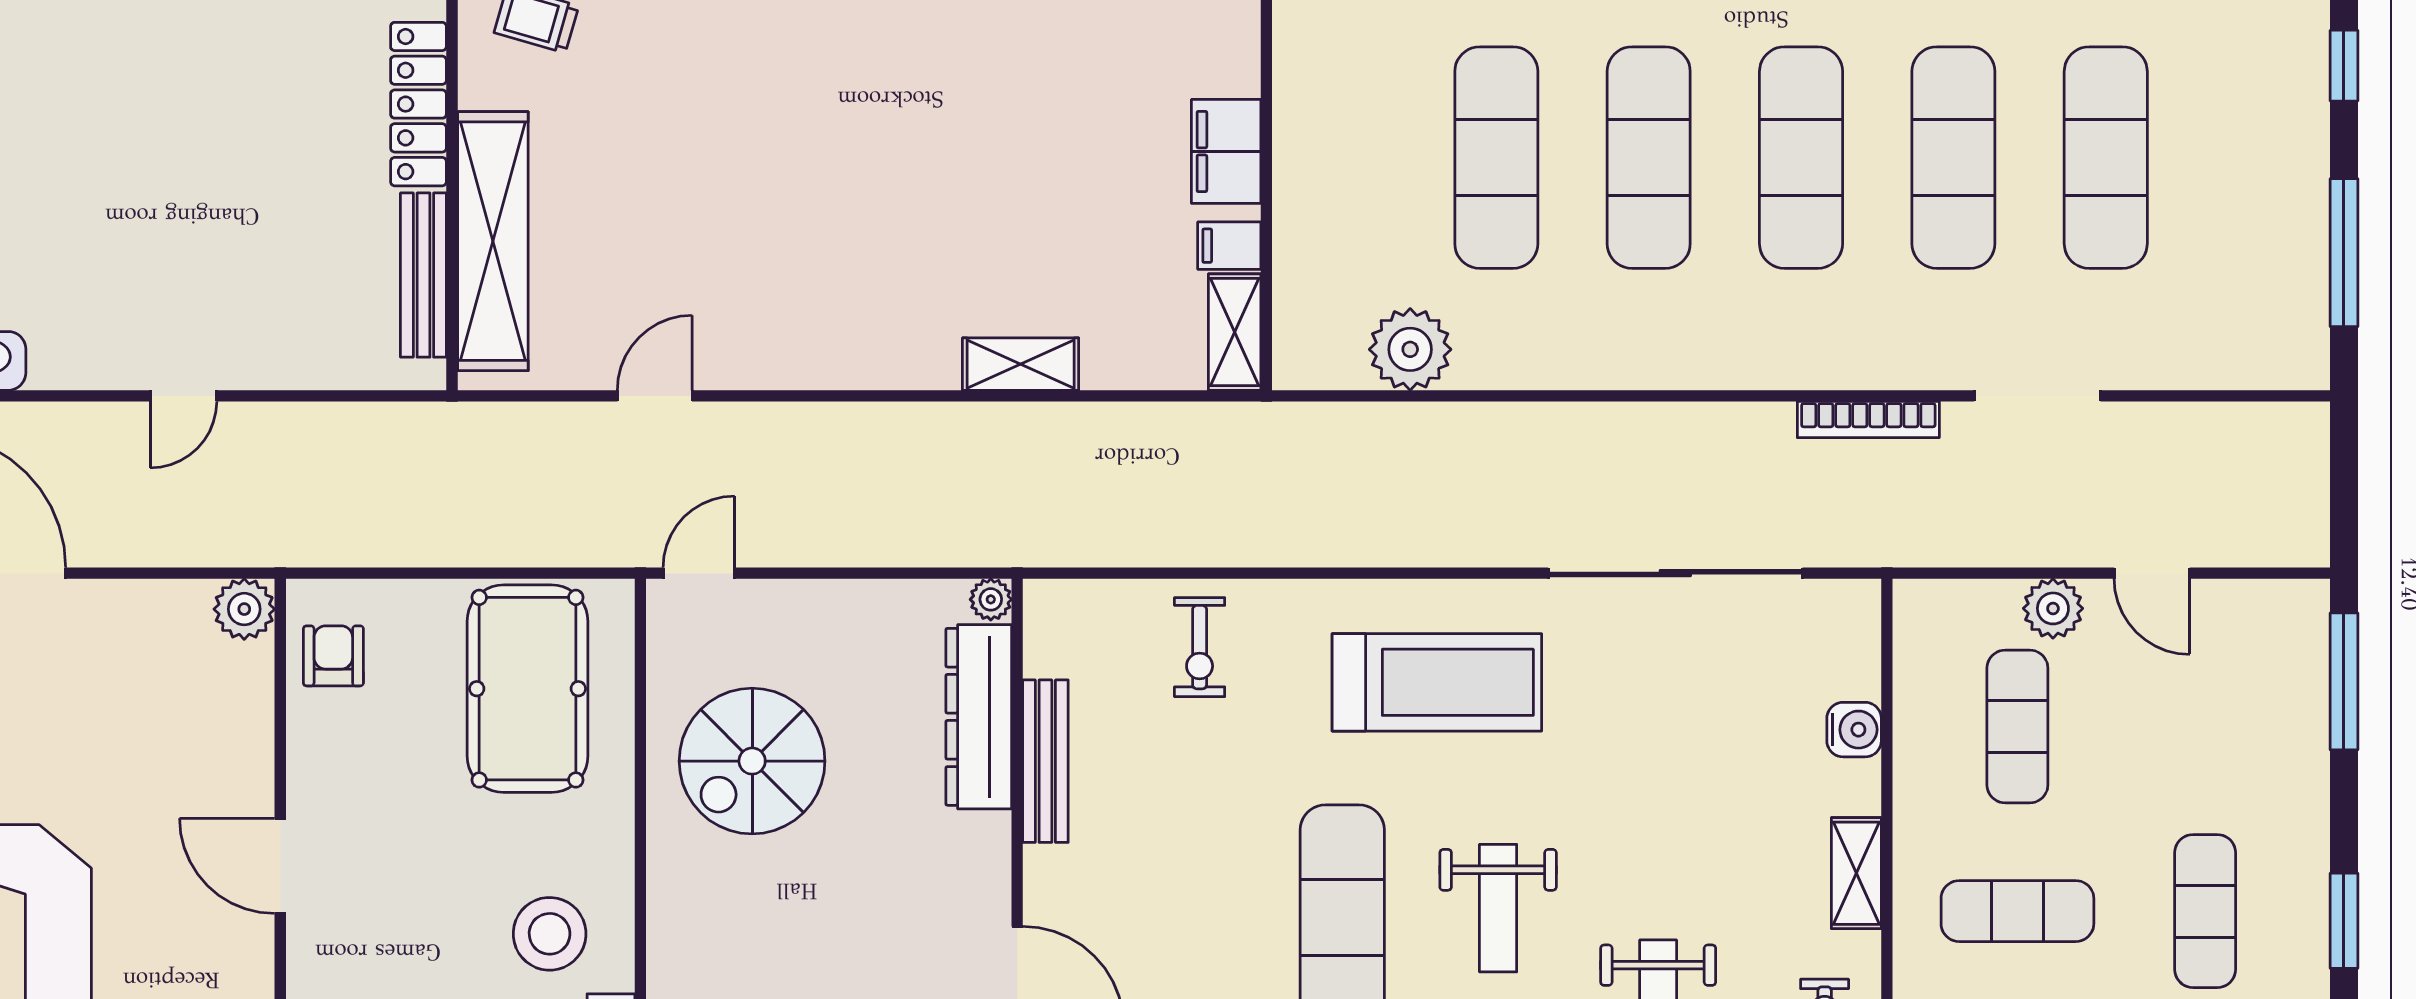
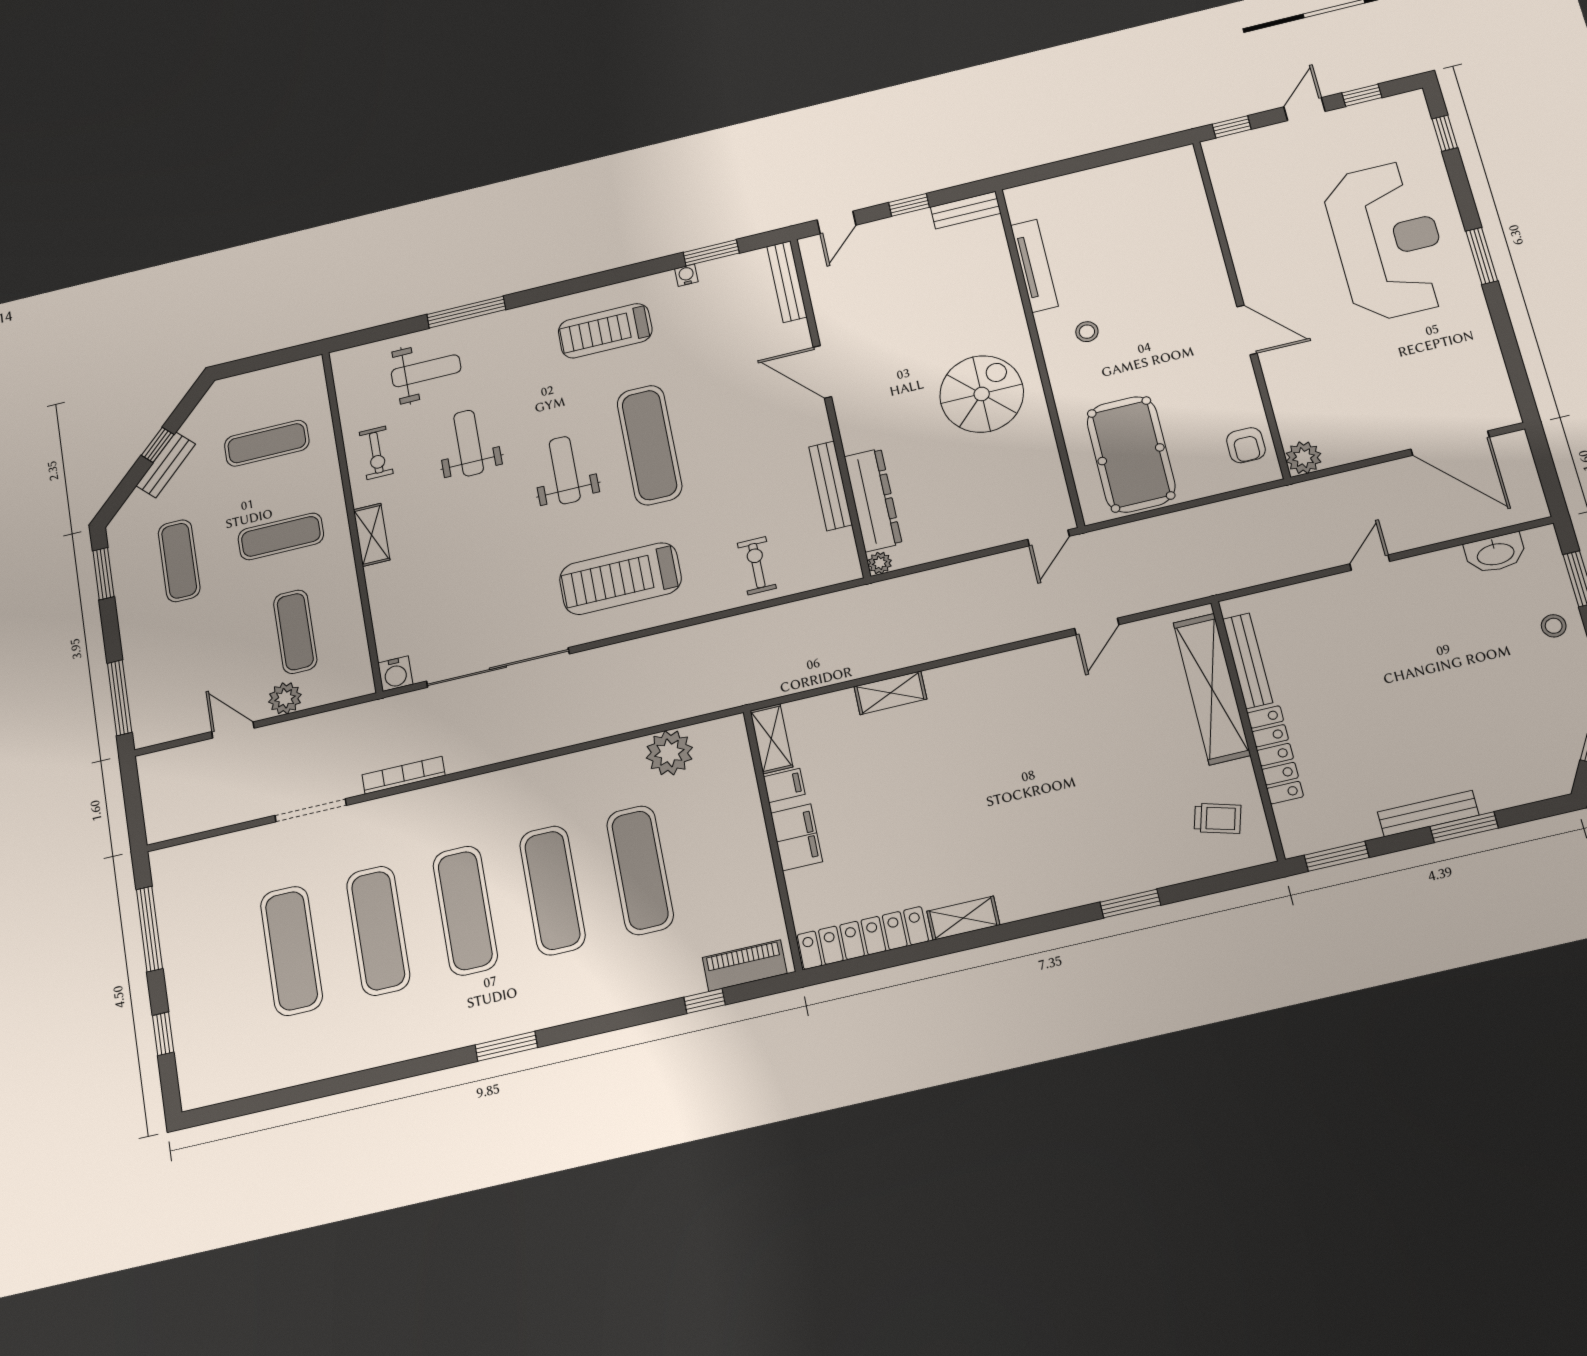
water cooler: (1854, 730) -> (395, 674), moved, turned -90
spiral stairs: (752, 761) -> (982, 394), moved
stool: (550, 934) -> (1087, 332), width x0.53, depth x0.53

